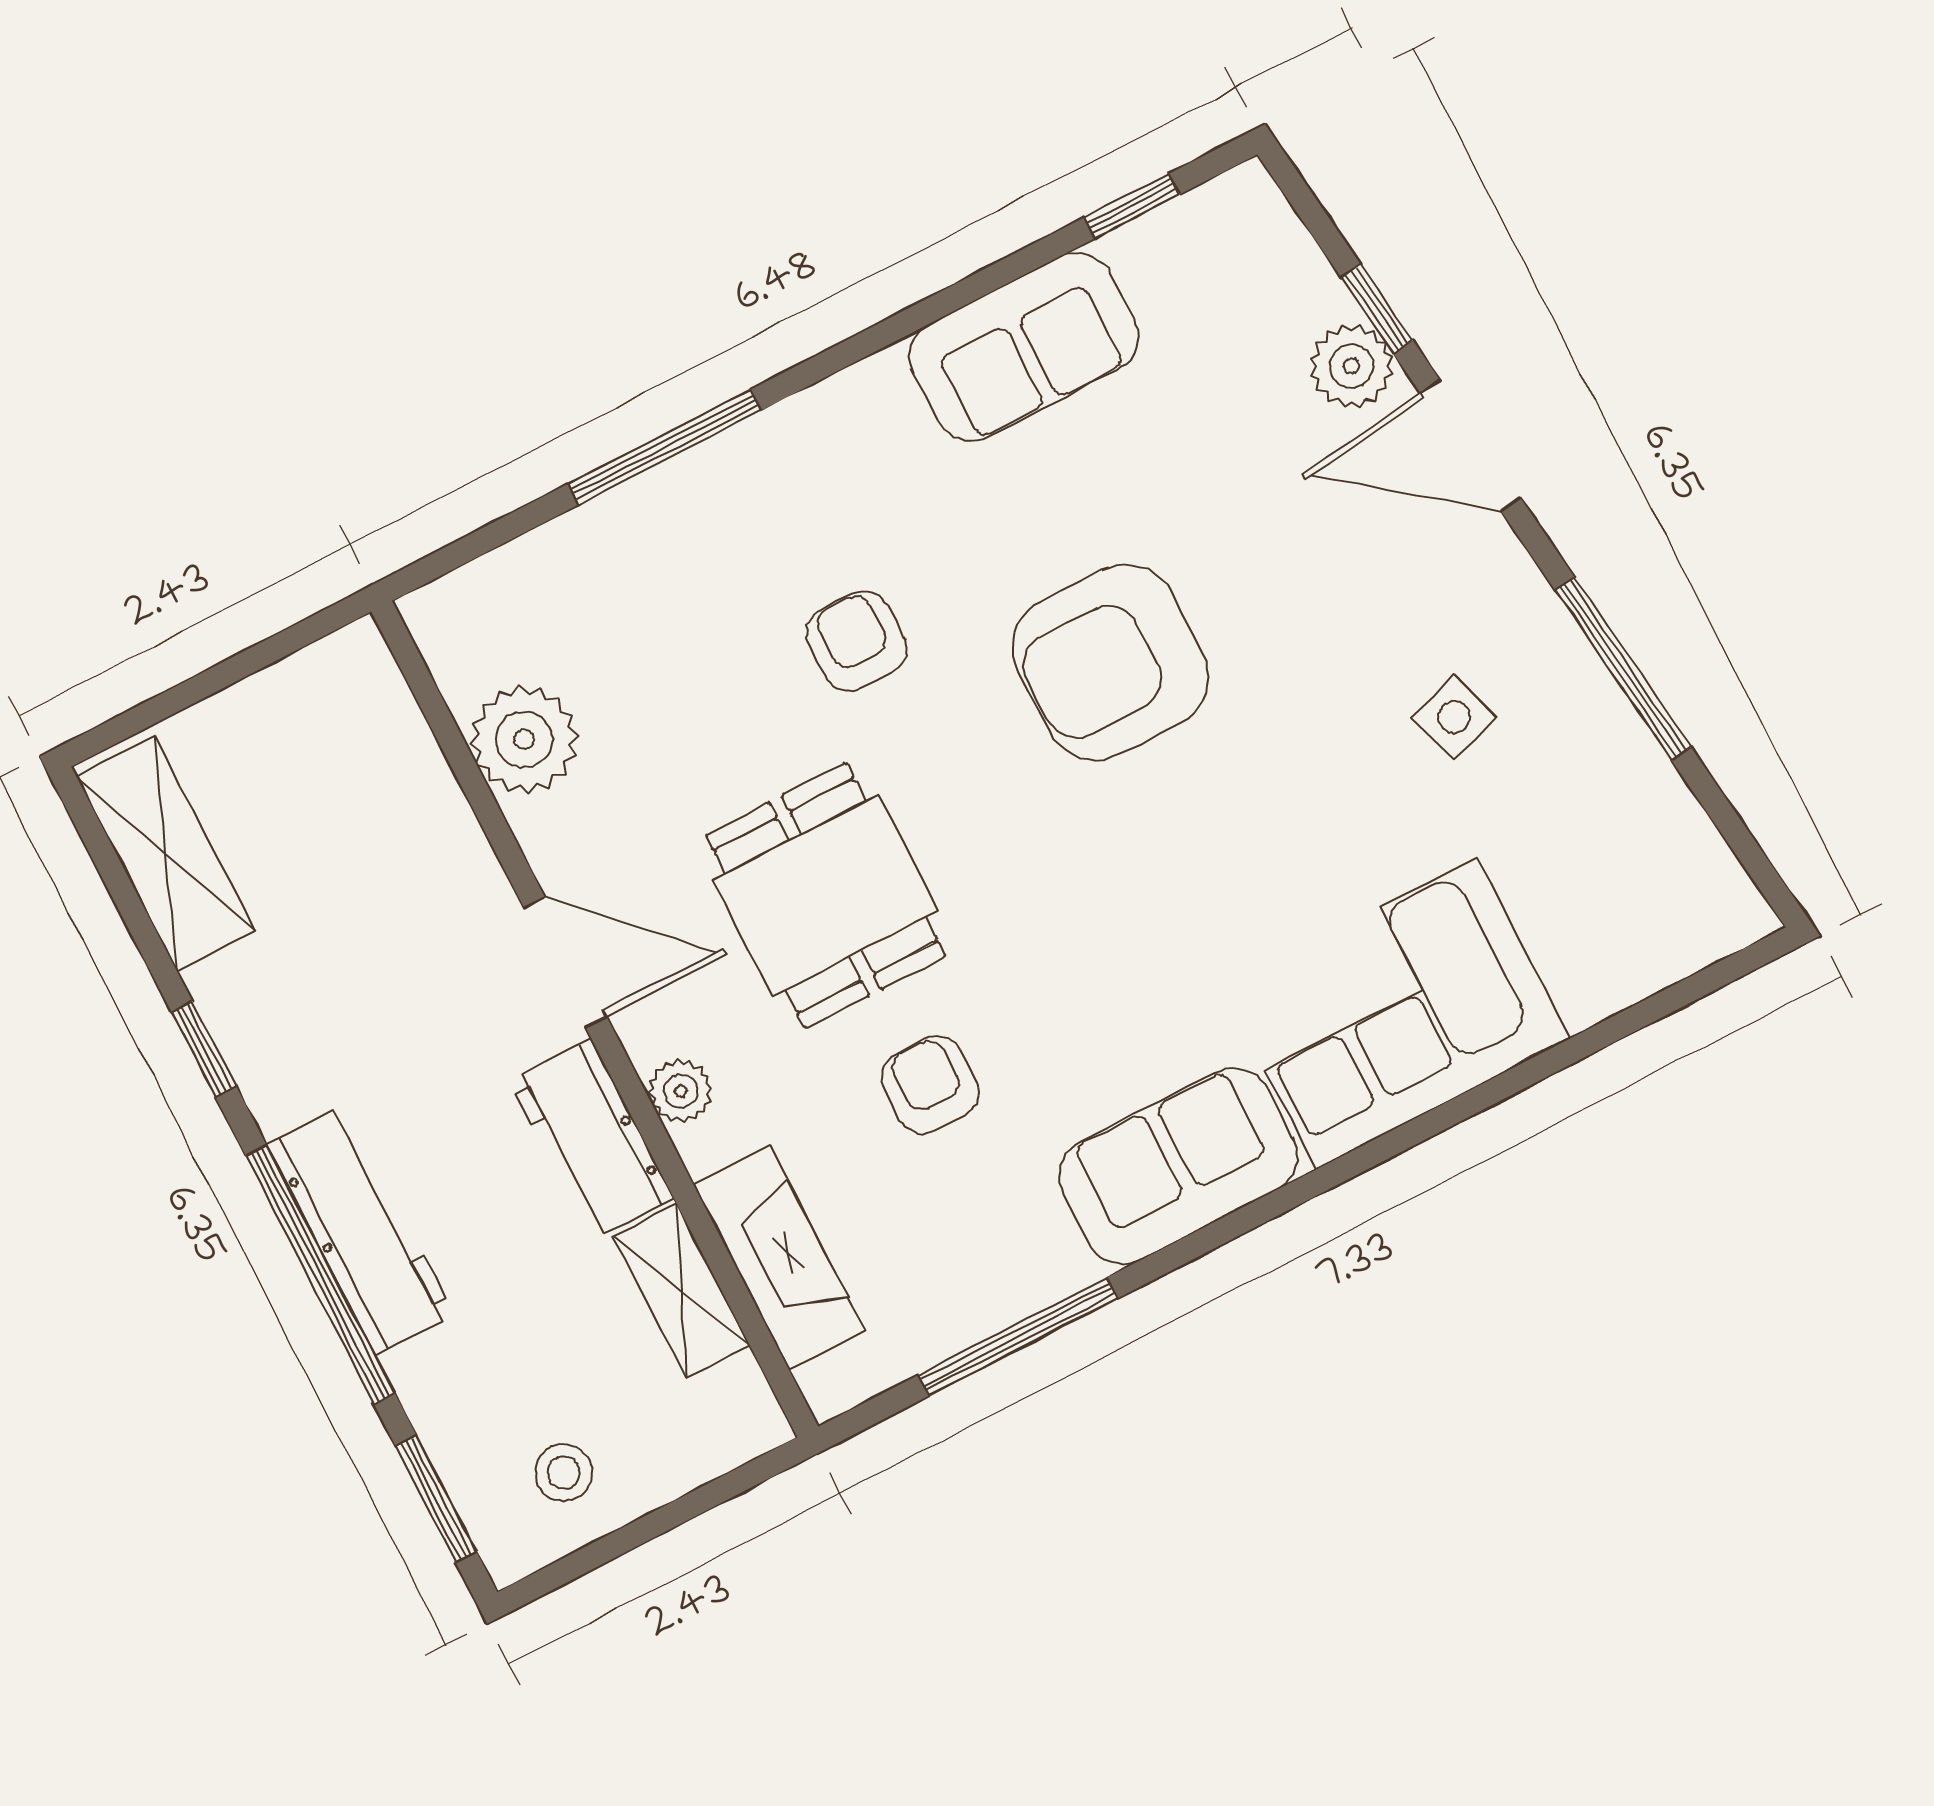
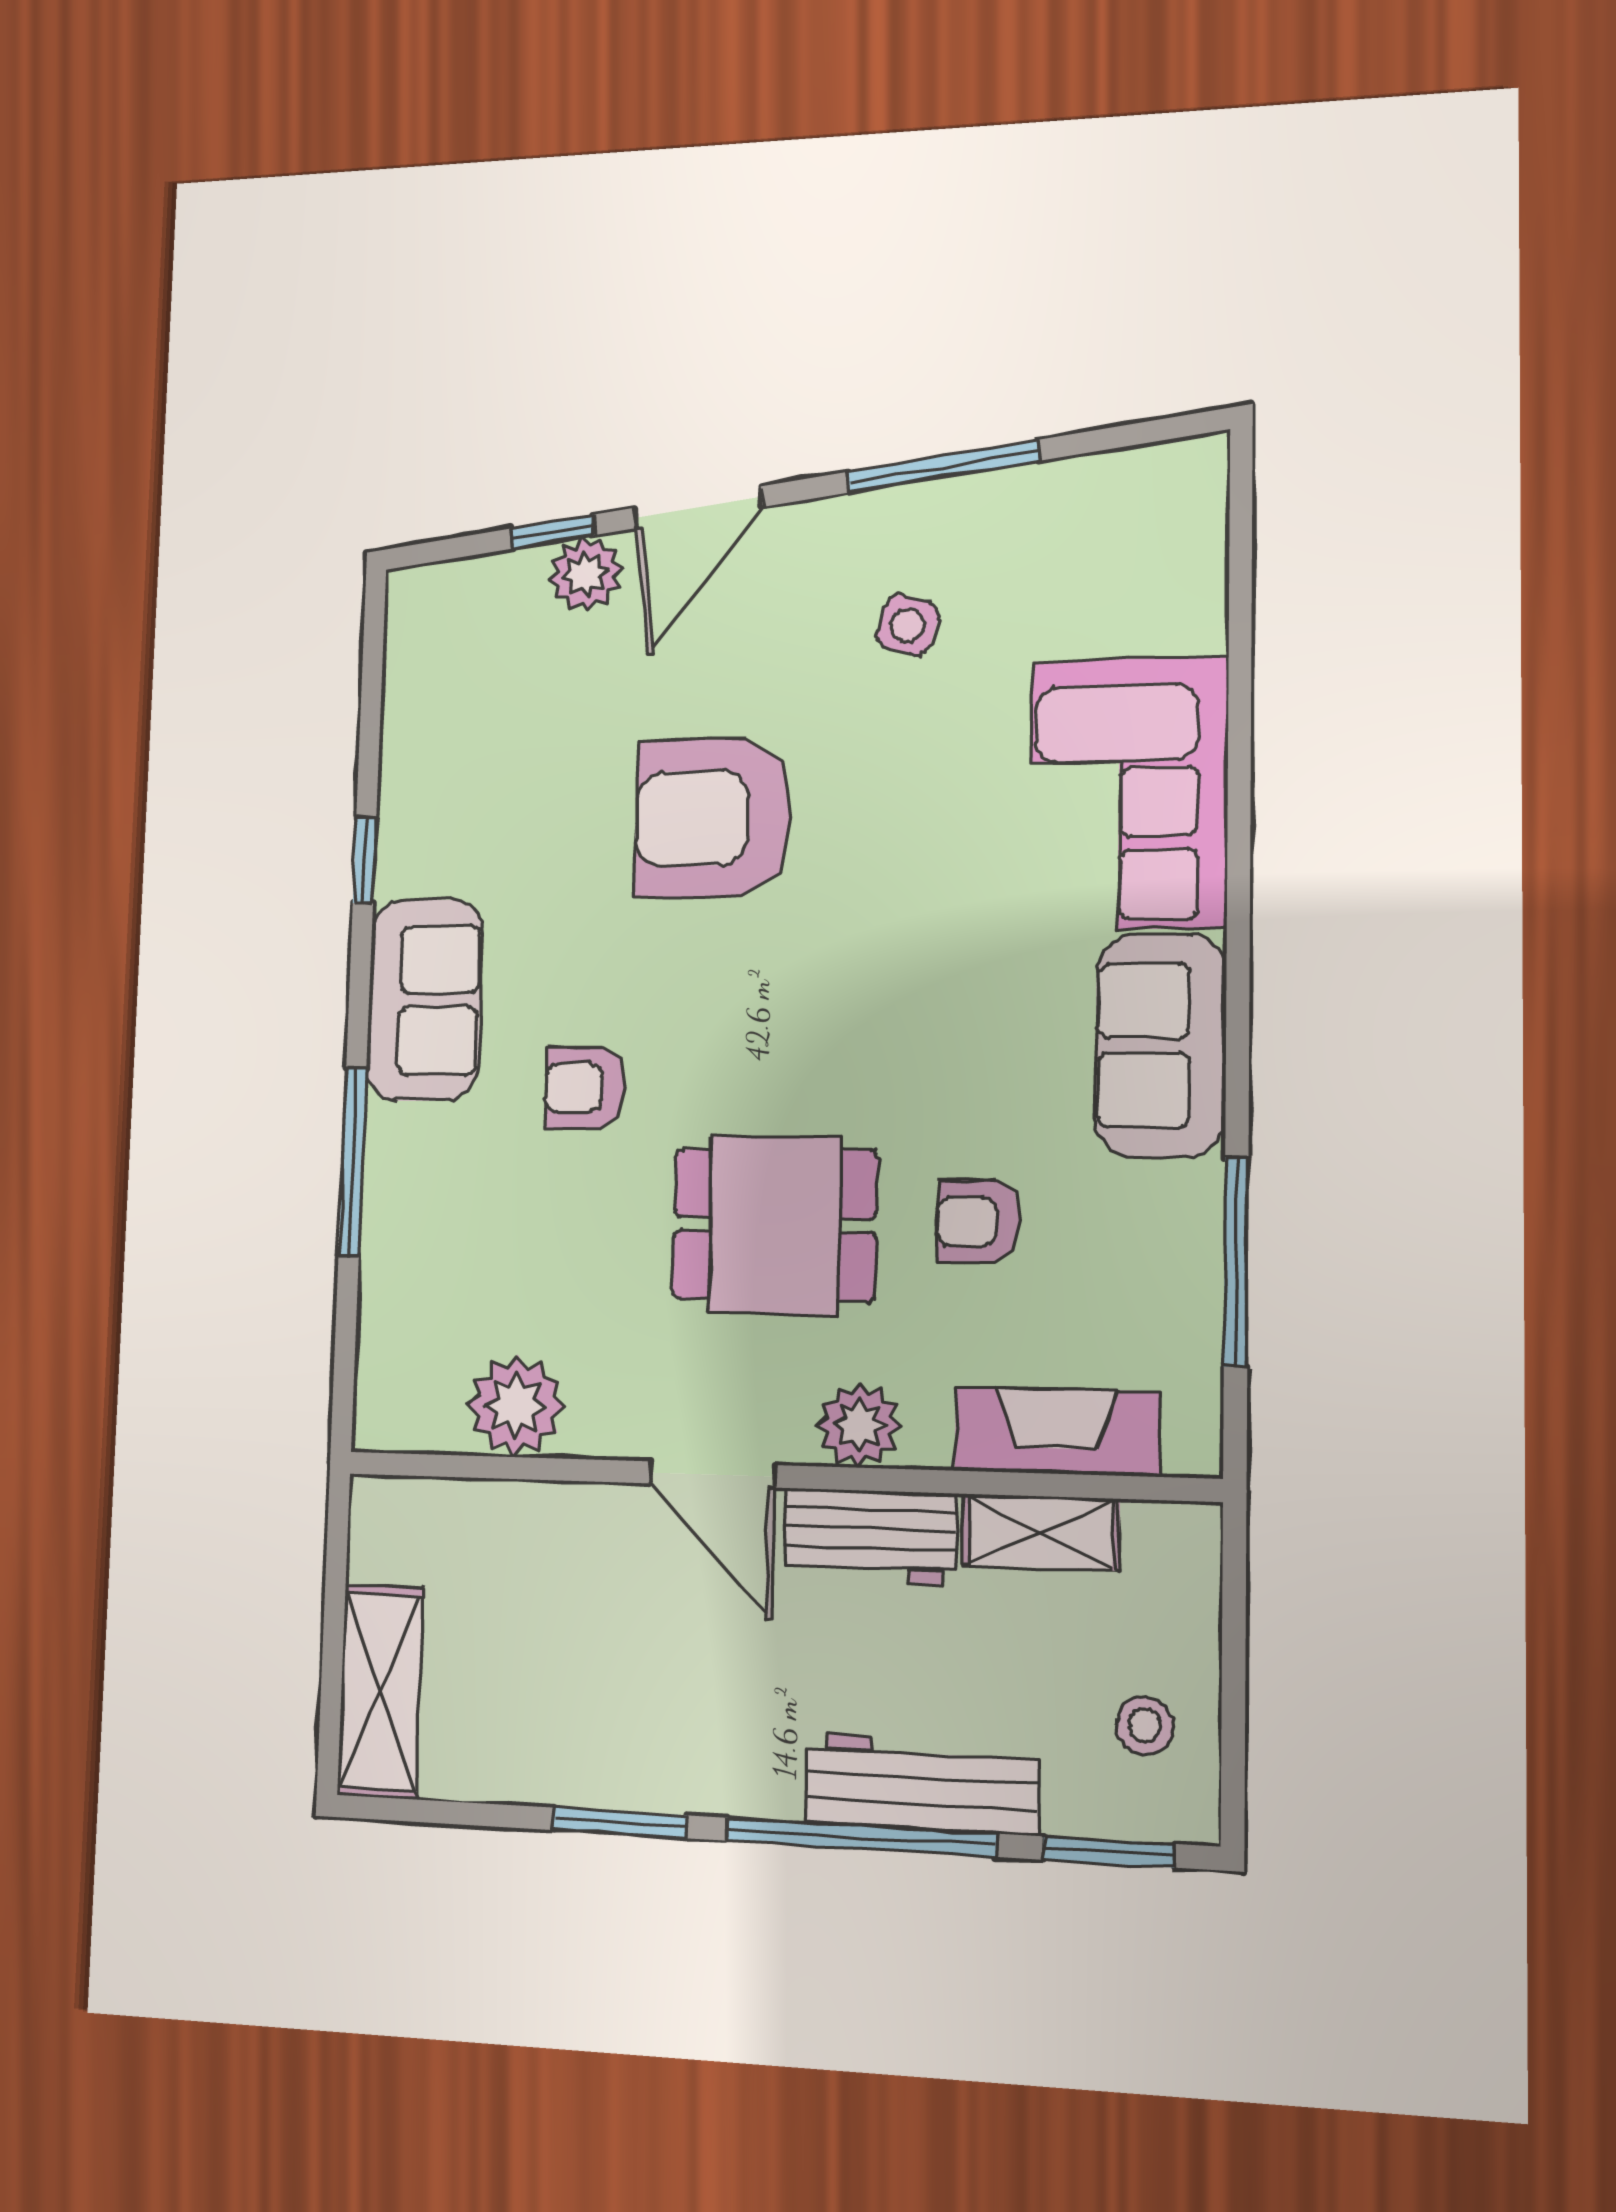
window: (1132, 206) -> (365, 860), moved
sofa: (1024, 347) -> (424, 1000), moved
armchair: (1110, 662) -> (713, 818), moved, turned 90
side table: (1454, 717) -> (908, 625), turned 34
shelving: (166, 854) -> (380, 1691), moved, turned 90
door: (565, 962) -> (712, 1474), swing flipped
window: (204, 1049) -> (620, 1823), width x1.50
plant: (681, 1091) -> (859, 1425), width x1.38, depth x1.38
workbench: (360, 1230) -> (922, 1784), moved

